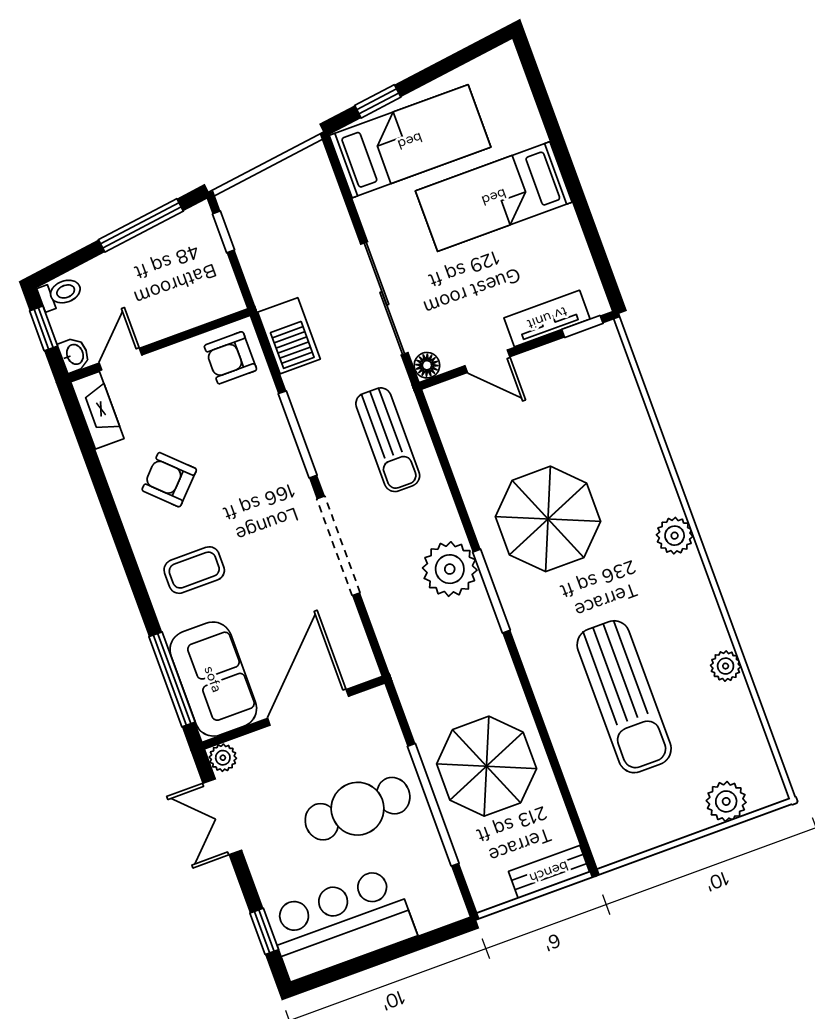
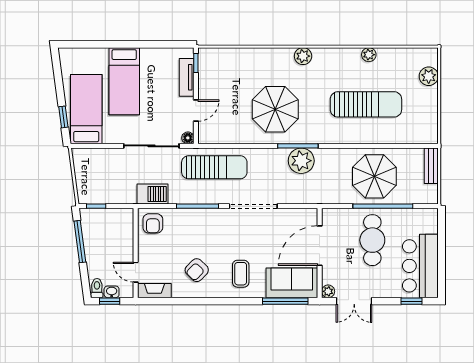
washbasin: (74, 355) -> (112, 292), moved
sun lounger: (388, 440) -> (214, 167), width x1.36, depth x1.34
plant: (450, 569) -> (301, 161), moved
door: (308, 707) -> (320, 246), hinge flipped

